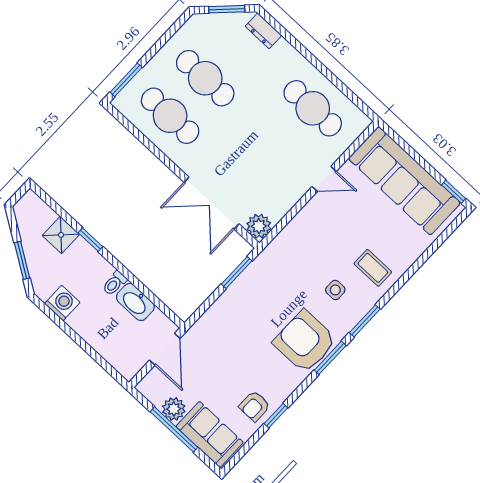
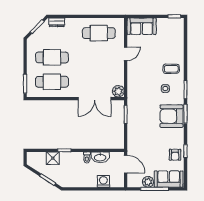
sofa: (404, 181) -> (142, 26), width x0.54, depth x0.79
washing machine: (62, 303) -> (103, 181), moved

